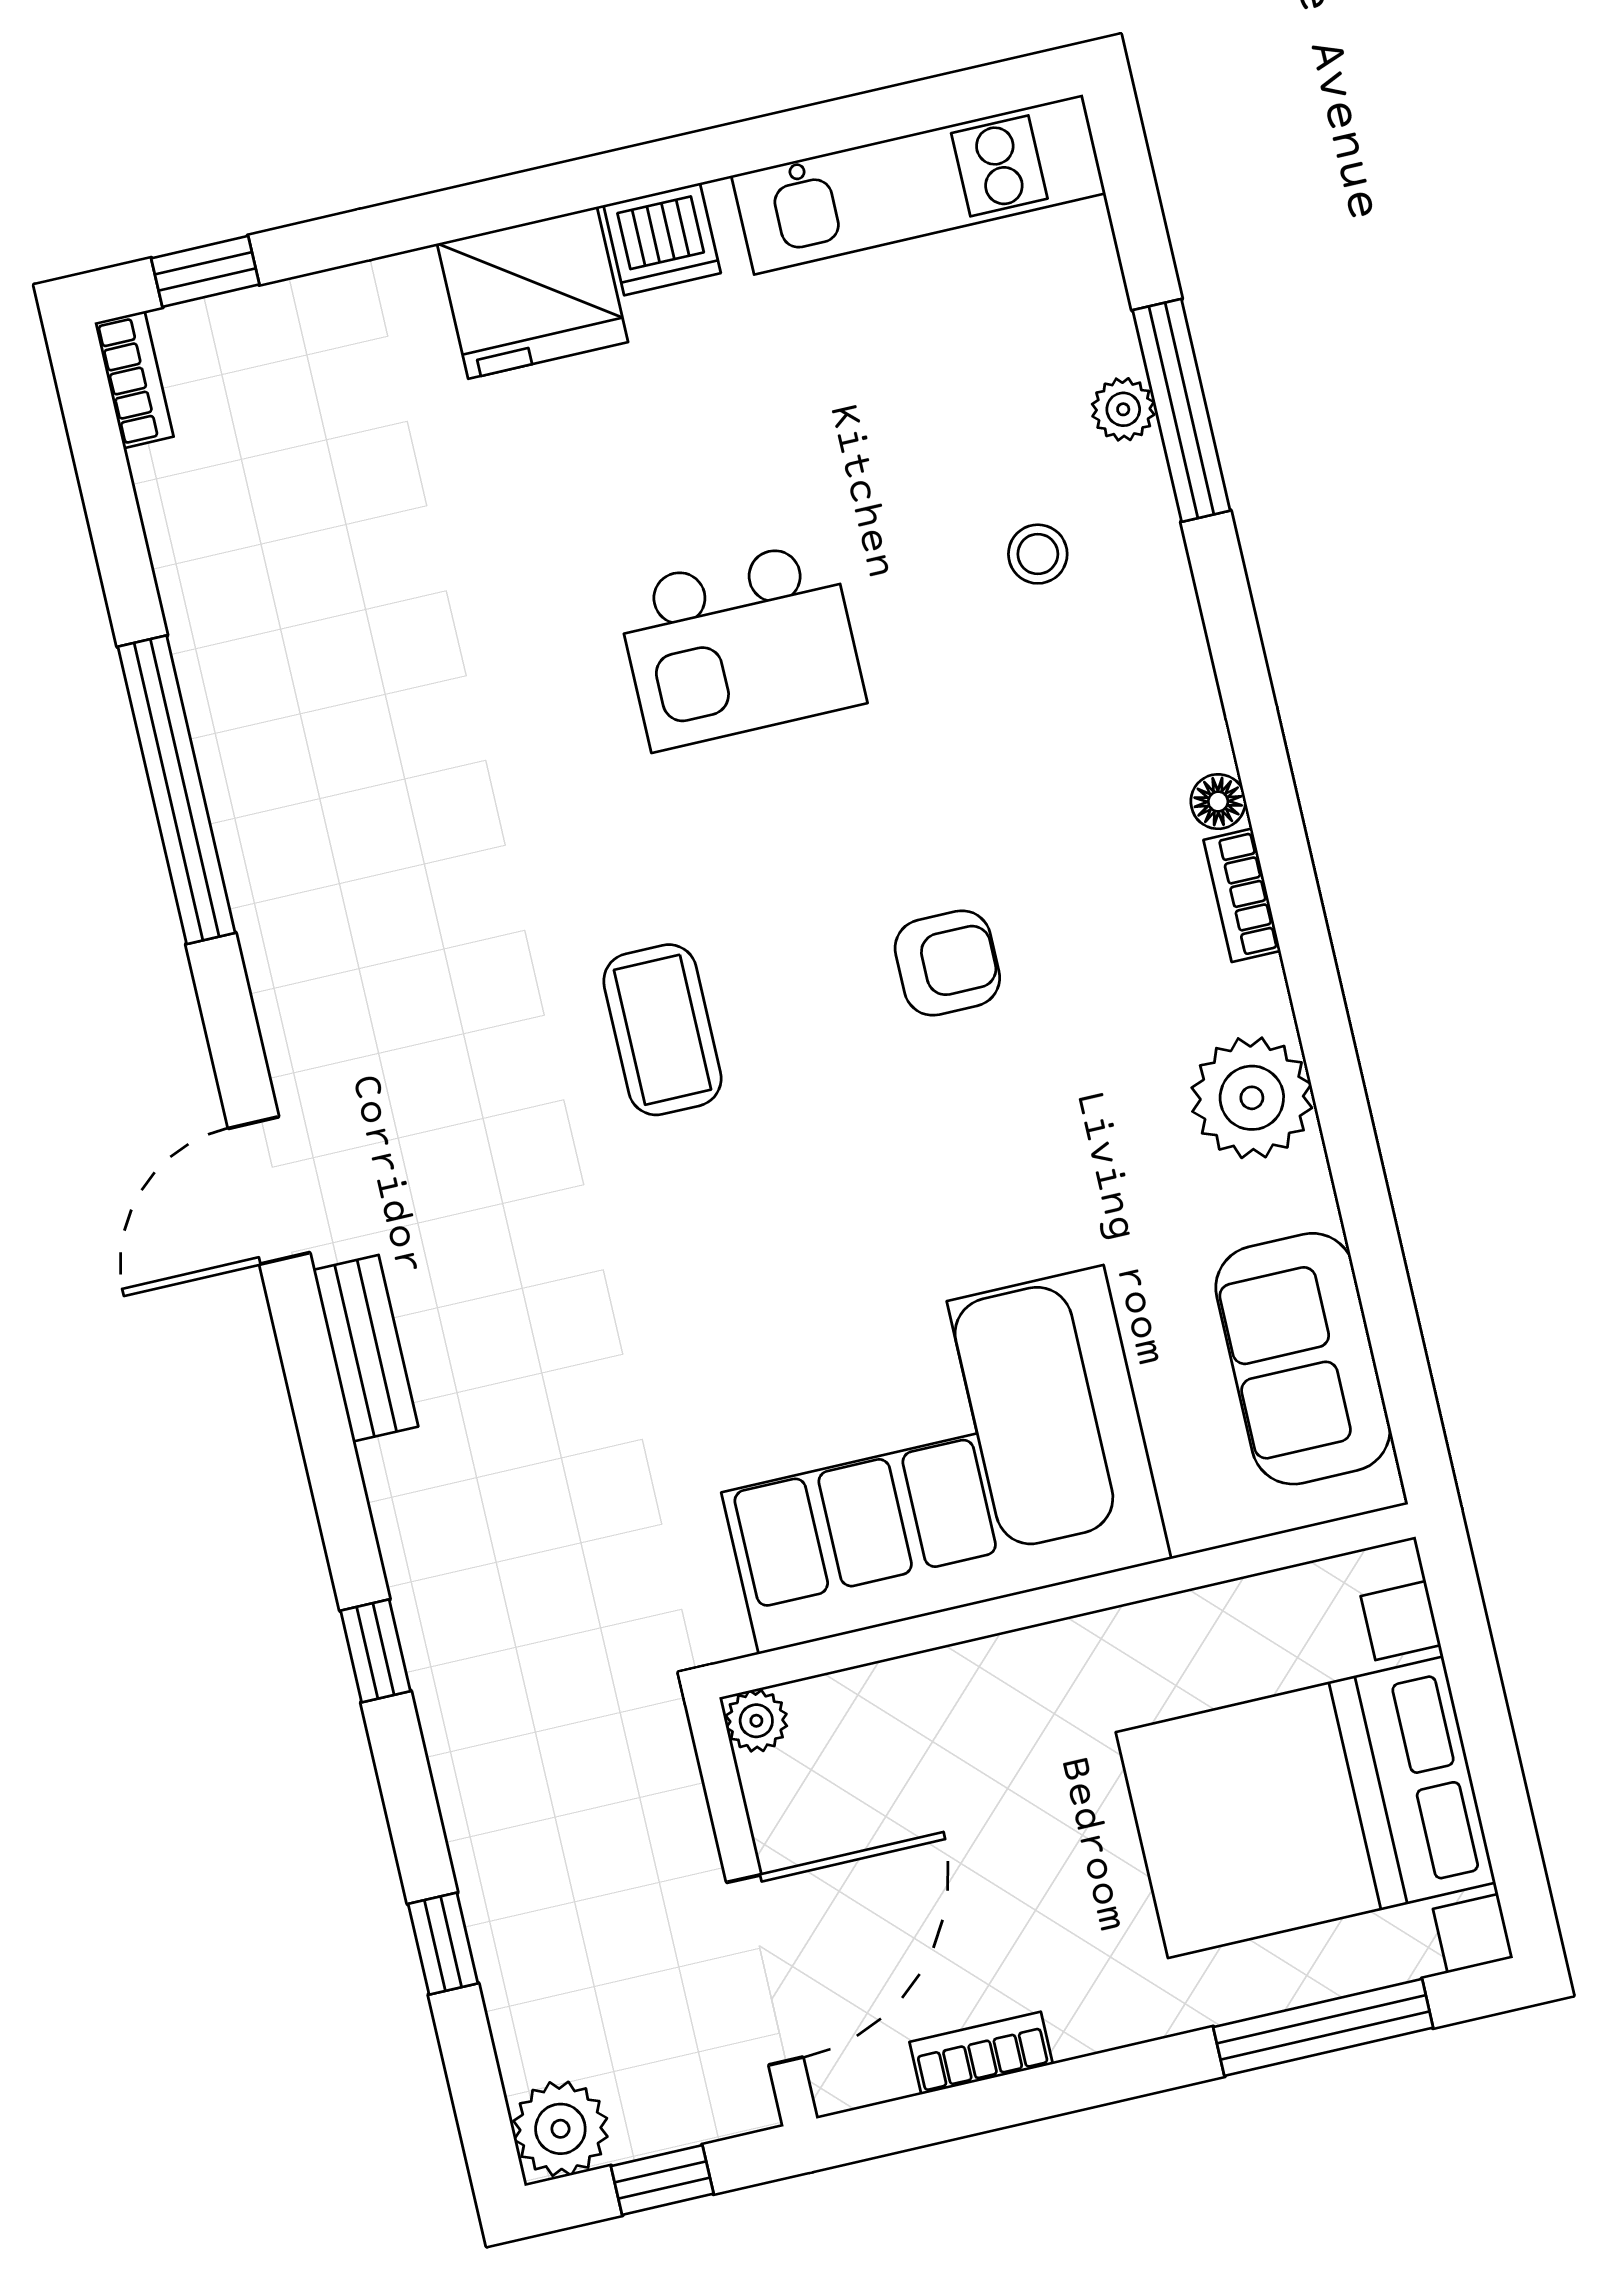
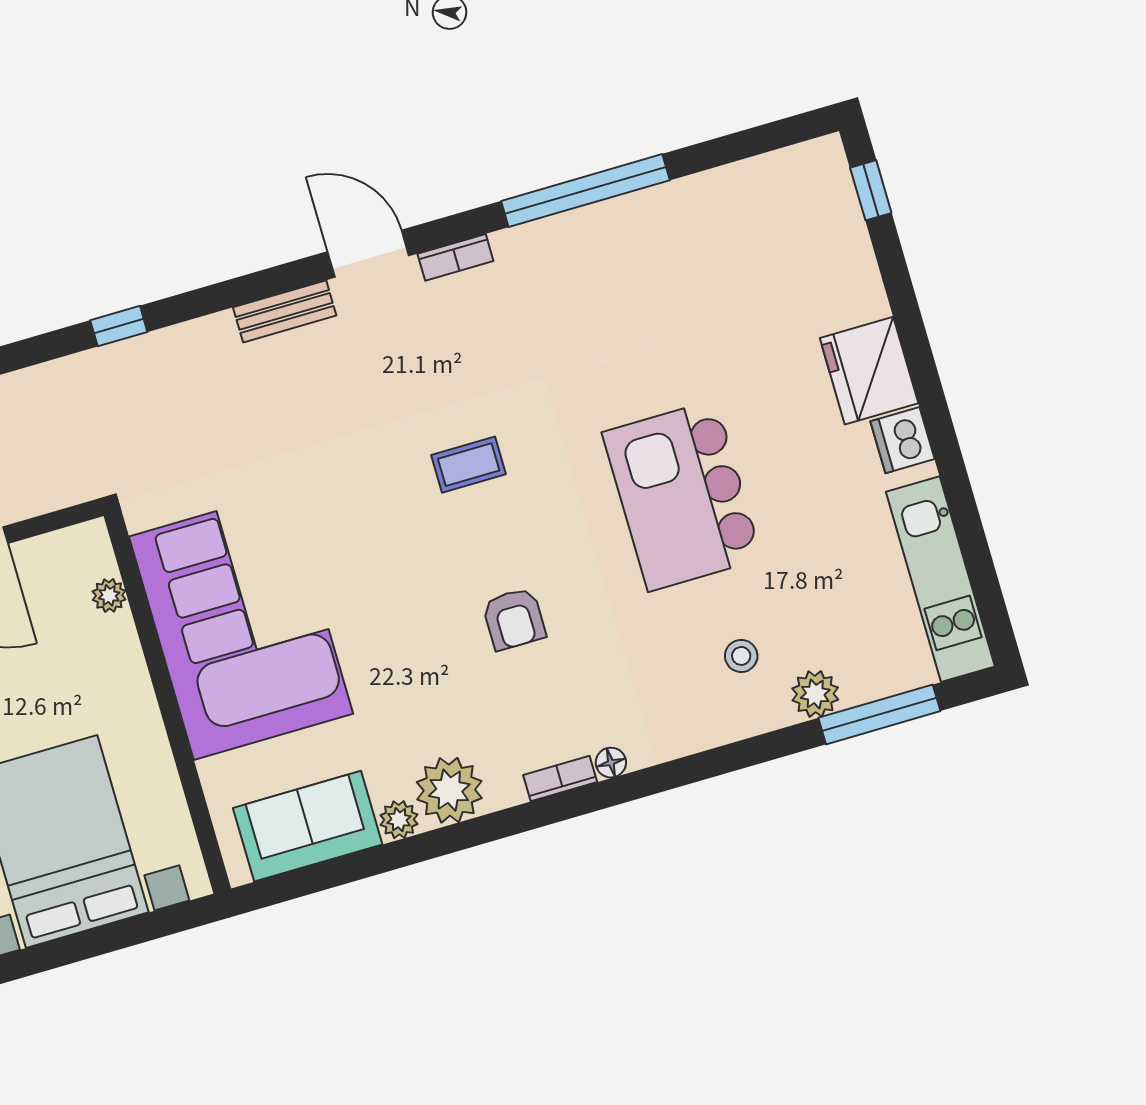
bookcase: (134, 380) -> (455, 257), moved
plant: (1123, 409) -> (815, 694), width x1.38, depth x1.38
window: (1181, 410) -> (879, 714), moved
kitchen island: (740, 645) -> (682, 496), width x1.37, depth x1.28
coffee table: (662, 1030) -> (469, 465), width x0.73, depth x0.77
plant: (1300, 1192) -> (399, 820), added
plant: (756, 1721) -> (109, 595), moved

